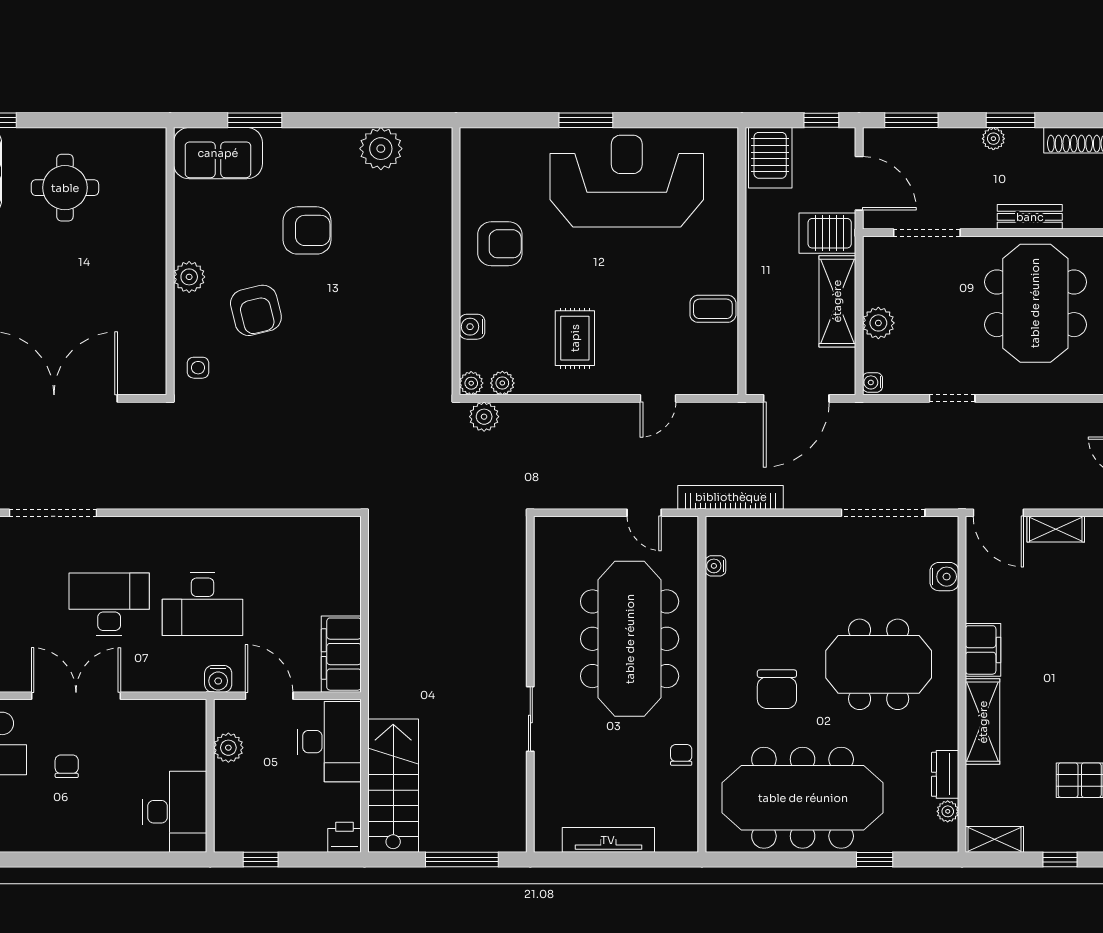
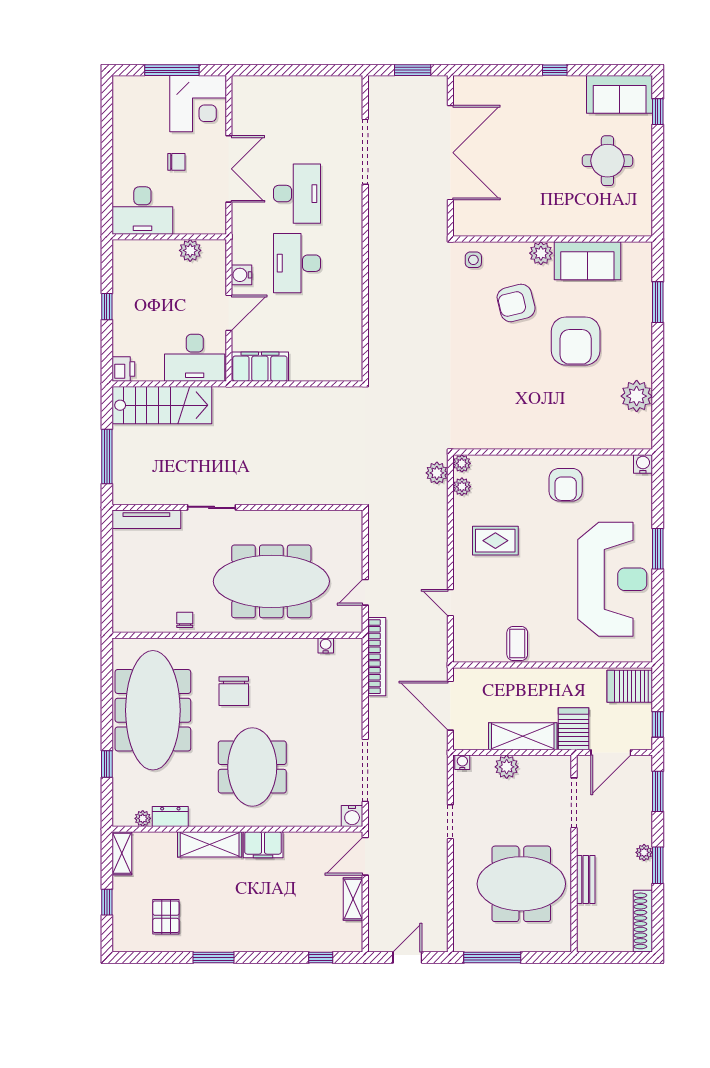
sofa: (218, 153) -> (587, 261), moved, turned -90
armchair: (307, 230) -> (576, 341), width x1.36, depth x1.36
water cooler: (472, 327) -> (643, 464), moved
water cooler: (944, 577) -> (352, 816), moved
chair: (777, 689) -> (234, 691), turned -90
plant: (228, 748) -> (190, 250), moved
chair: (681, 755) -> (185, 620), turned -90
wall: (210, 776) -> (169, 237), moved
desk: (175, 812) -> (142, 211), moved
tv unit: (608, 840) -> (146, 519), moved, turned 90

